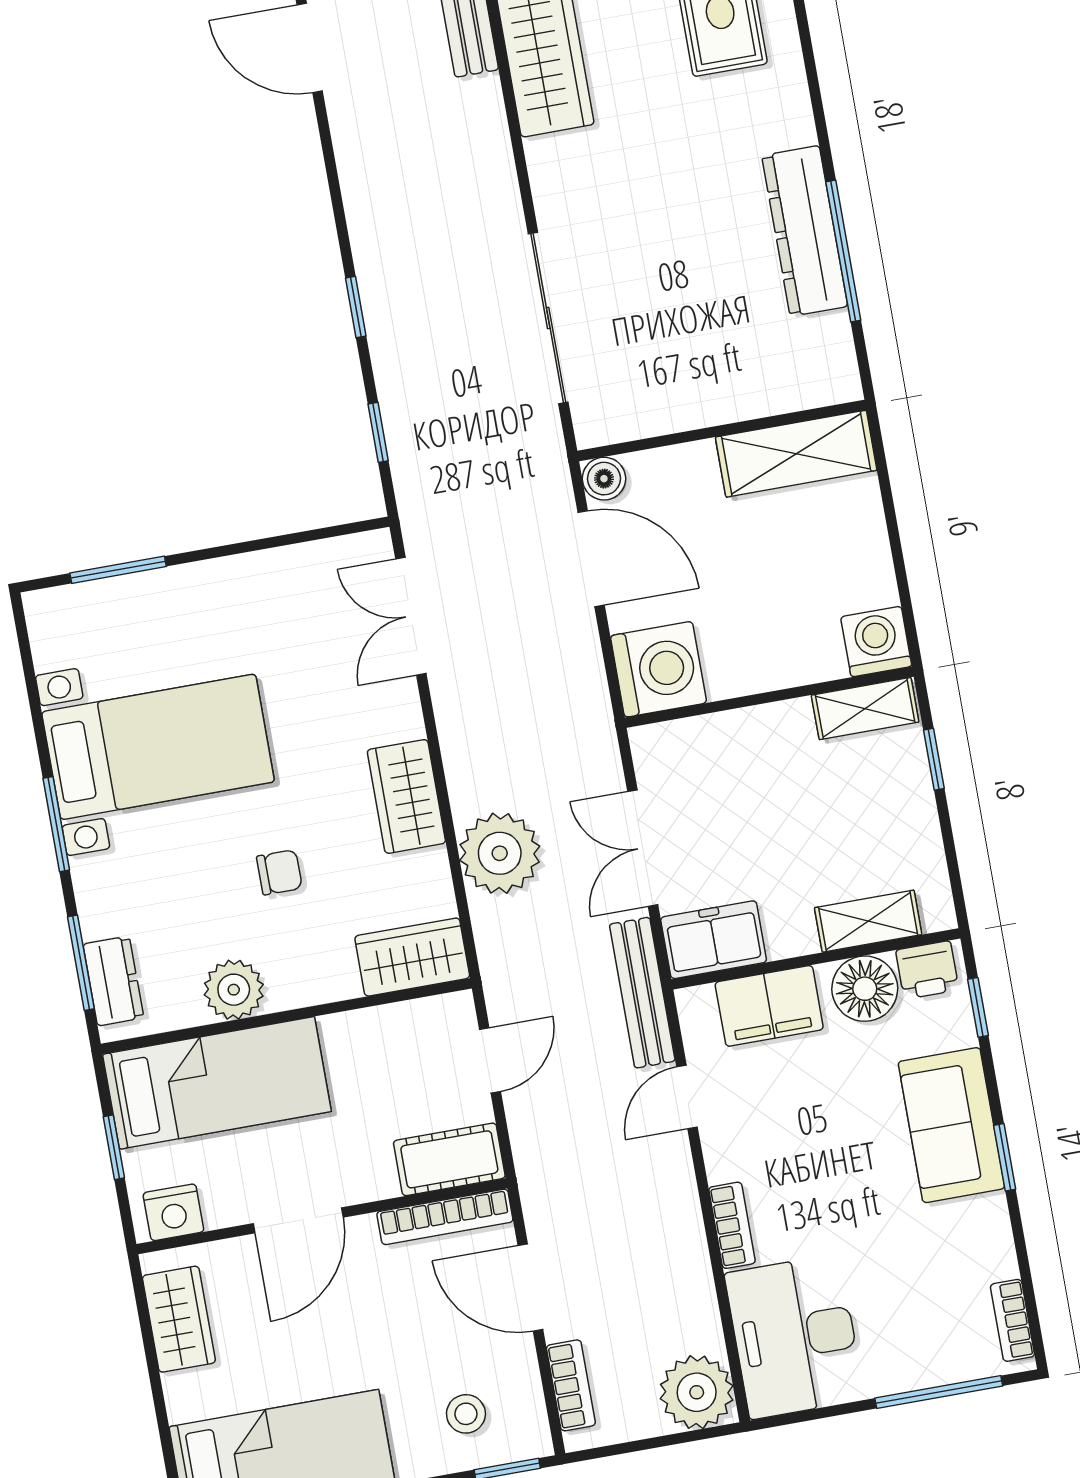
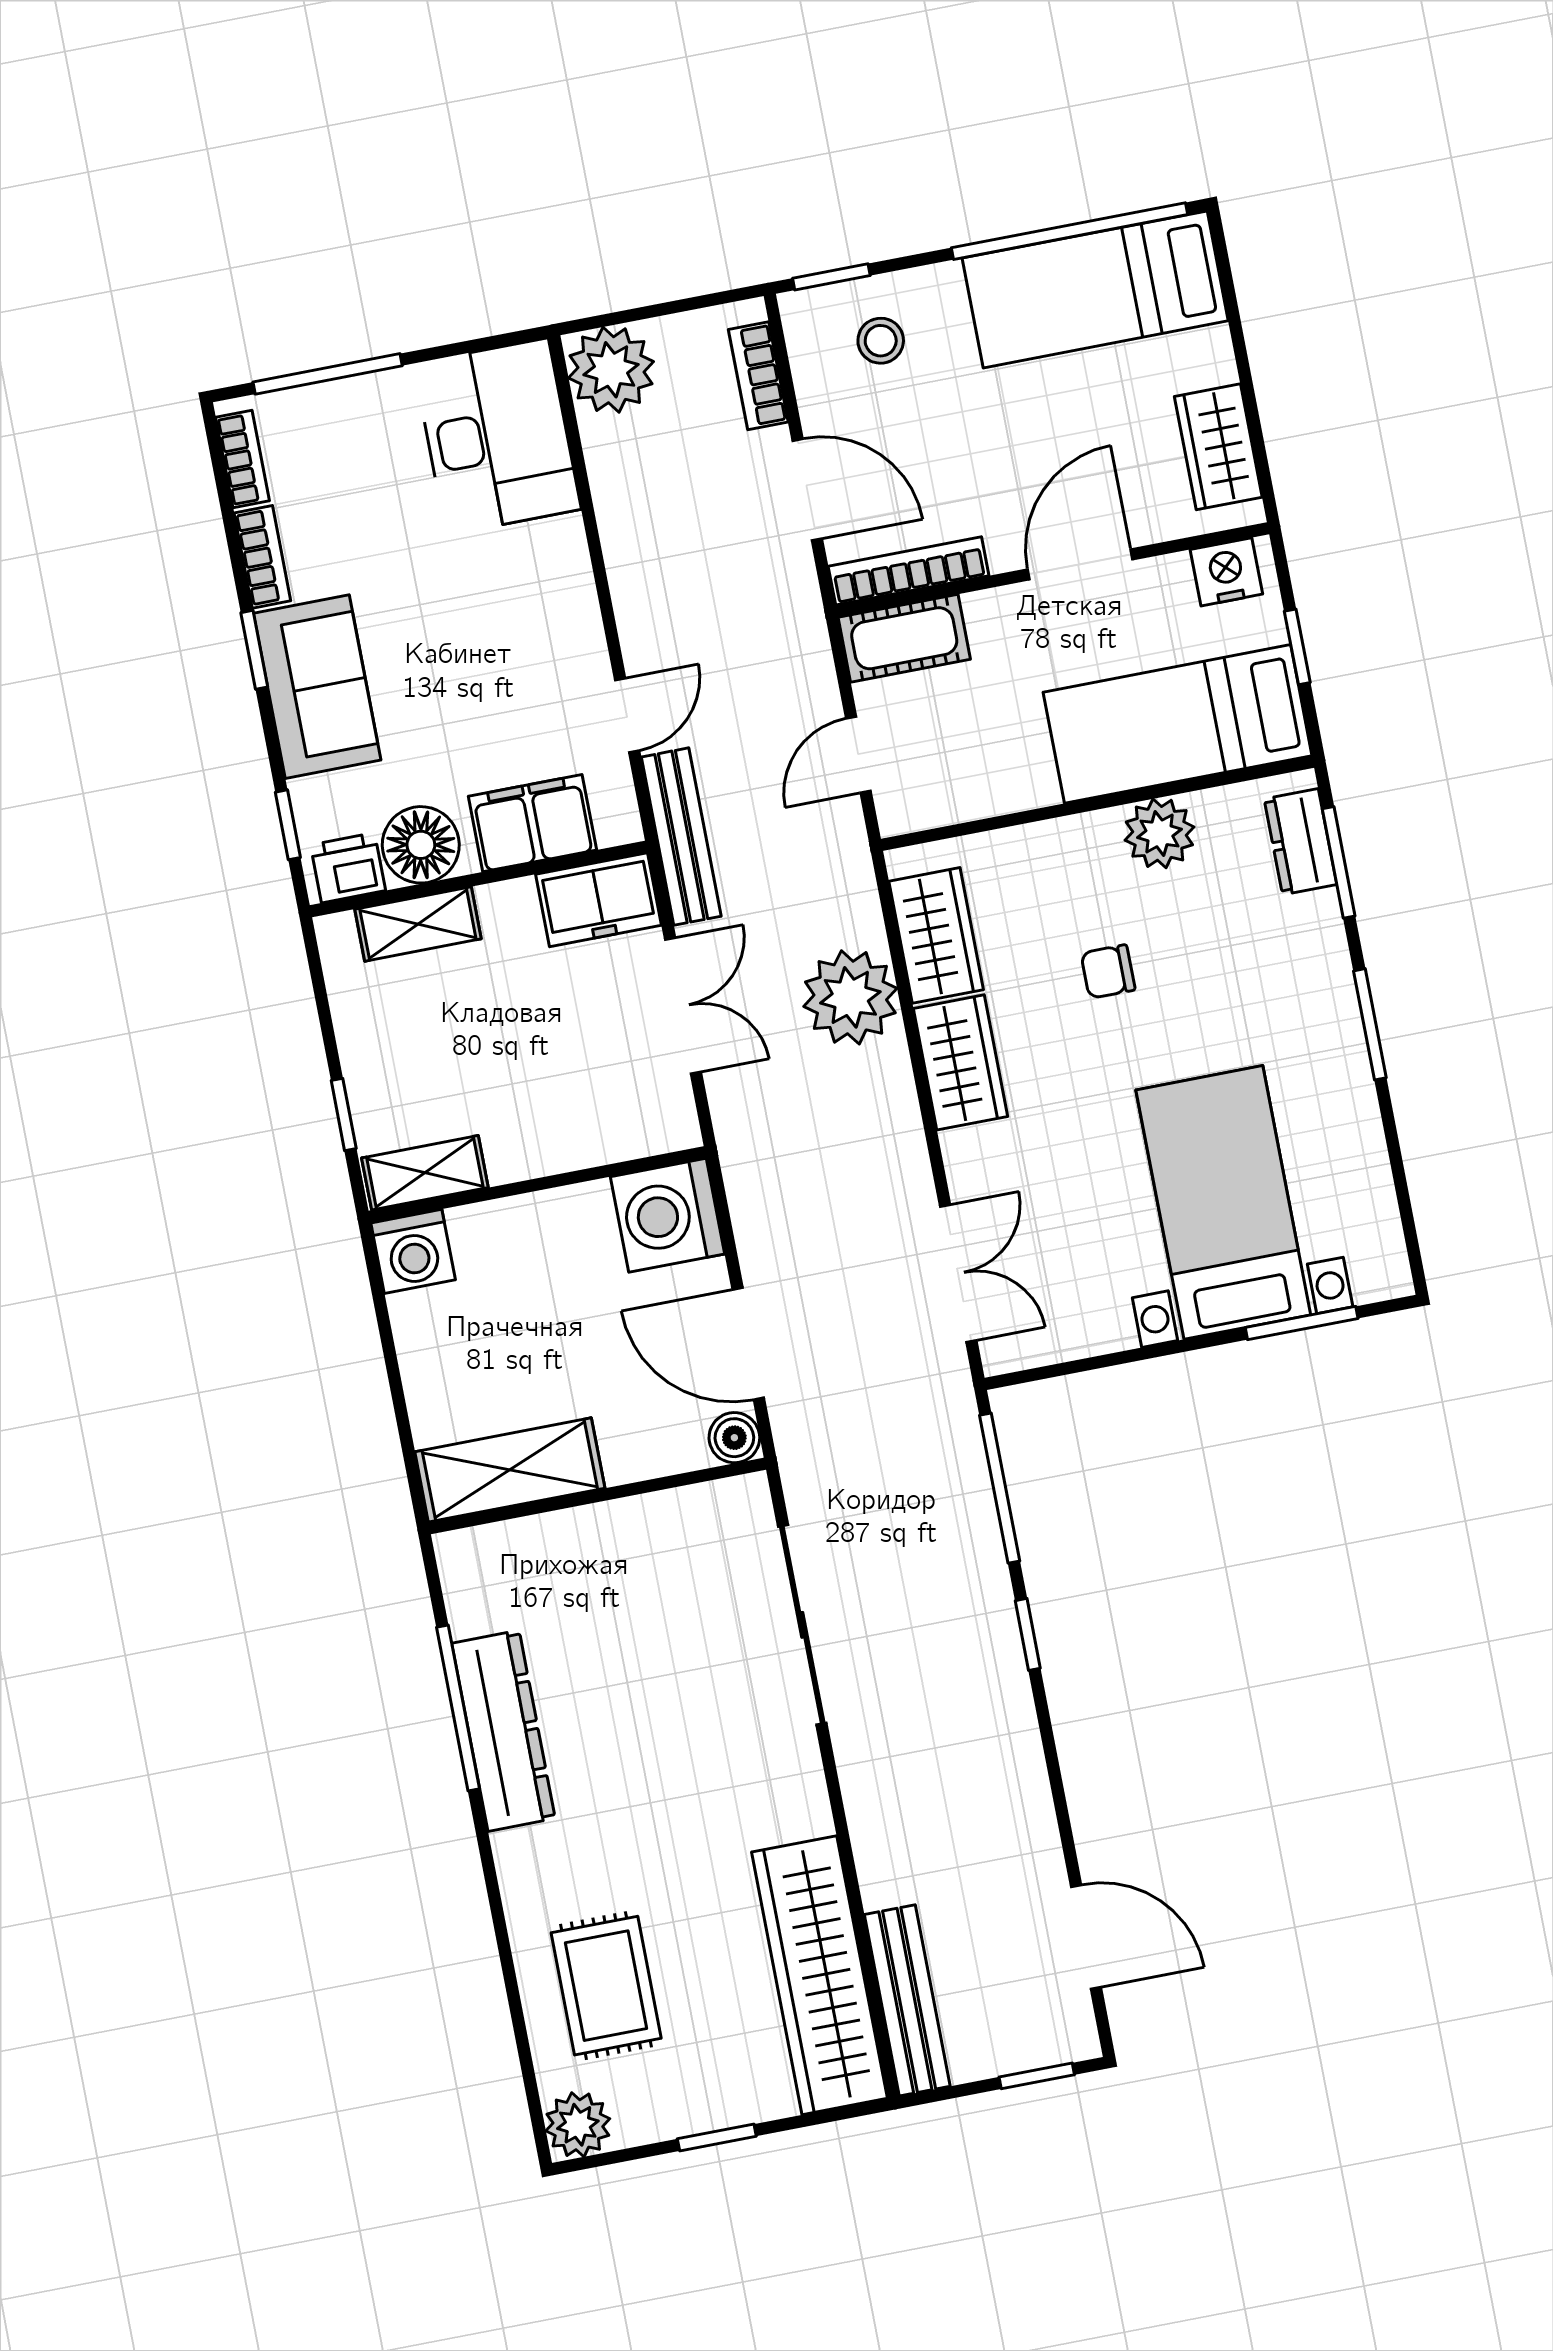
window: (378, 432) -> (1000, 1488), width x2.17
bed with nightstands: (158, 747) -> (1223, 1202), moved, turned 90
wardrobe: (412, 957) -> (936, 935), moved, turned -90
bookcase: (732, 1225) -> (262, 557), moved, turned 180

